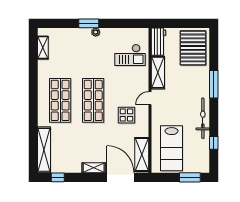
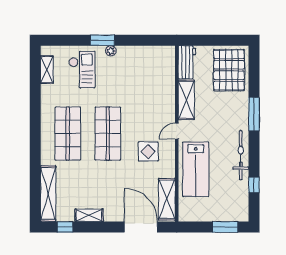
checkout: (130, 55) -> (82, 70), moved, turned -90
lab bench: (172, 148) -> (196, 169), moved
shelving: (94, 168) -> (89, 215), moved

